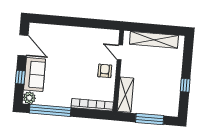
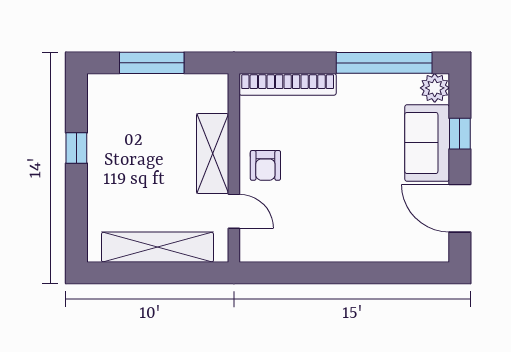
shelving: (125, 95) -> (213, 154), moved

